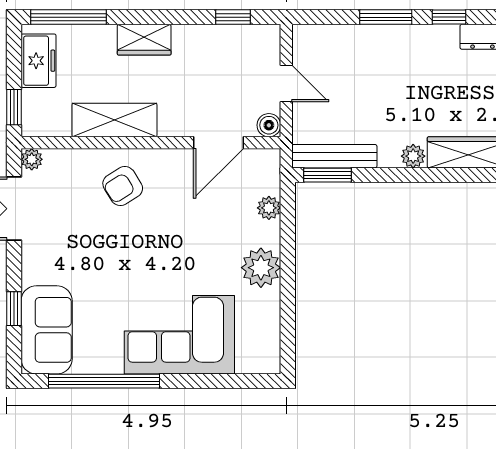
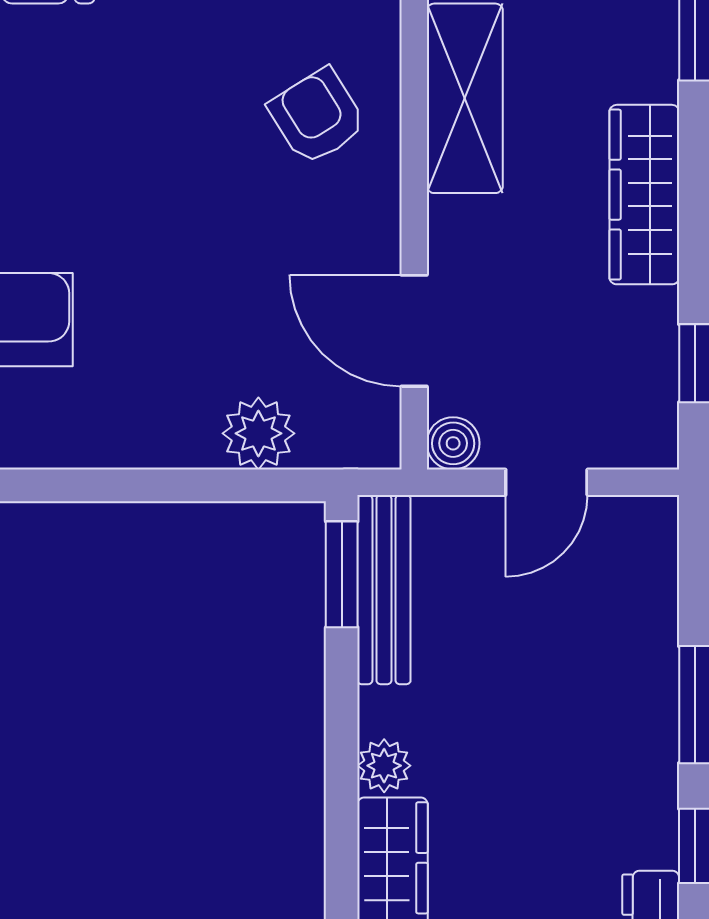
wardrobe: (144, 40) -> (644, 195), width x1.50
plant: (269, 208) -> (258, 433), width x1.38, depth x1.38
plant: (261, 268) -> (135, 425), removed

